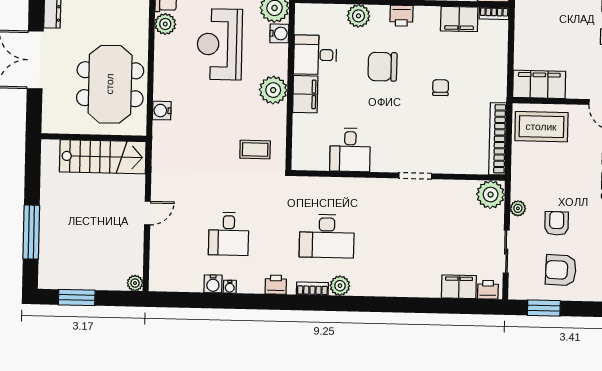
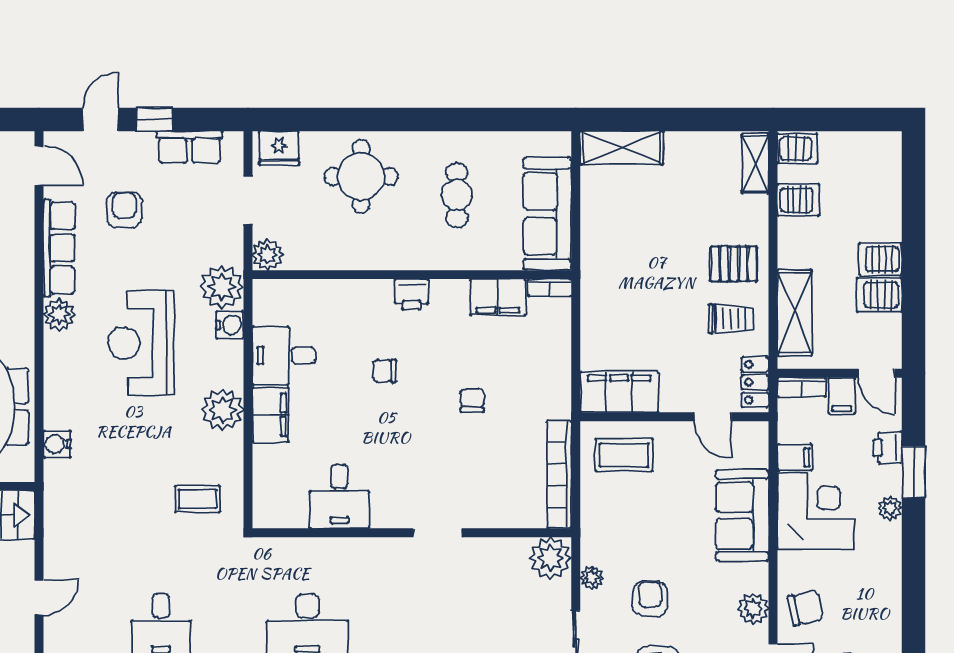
plant: (358, 16) -> (347, 296), removed
chair: (383, 67) -> (385, 371), width x0.54, depth x0.54
coffee table: (541, 127) -> (624, 455), width x0.73, depth x0.76

